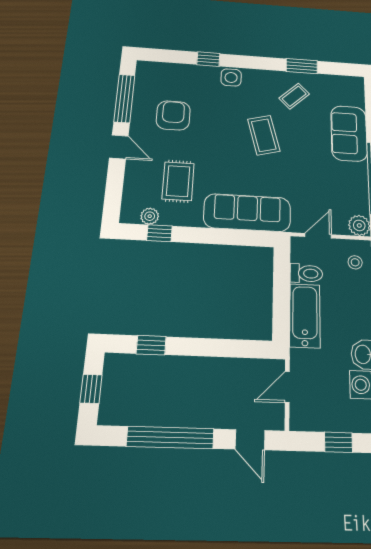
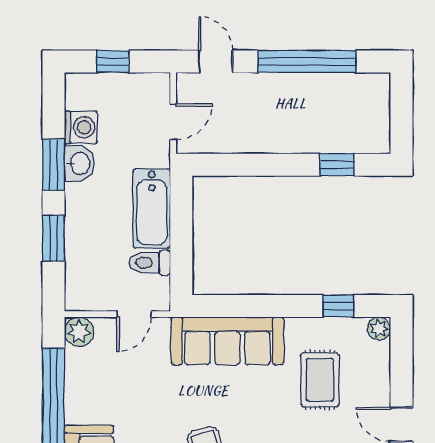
plant: (150, 216) -> (379, 328), moved
stool: (355, 262) -> (86, 281), removed
window: (91, 389) -> (401, 112), removed

